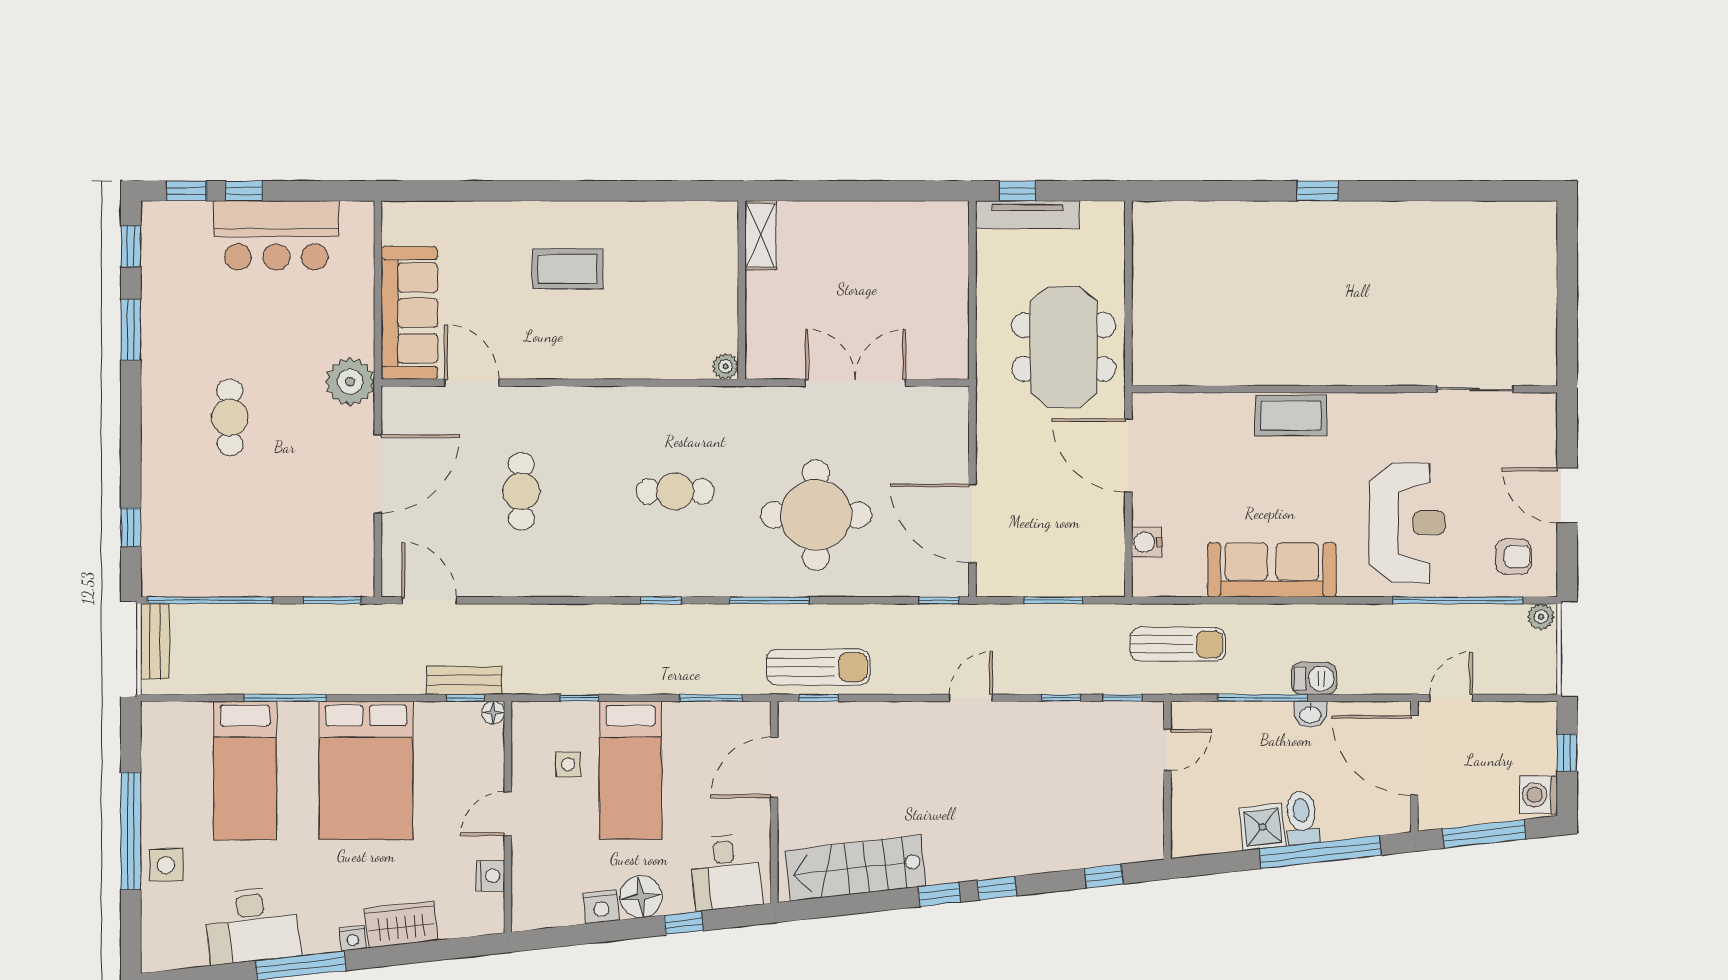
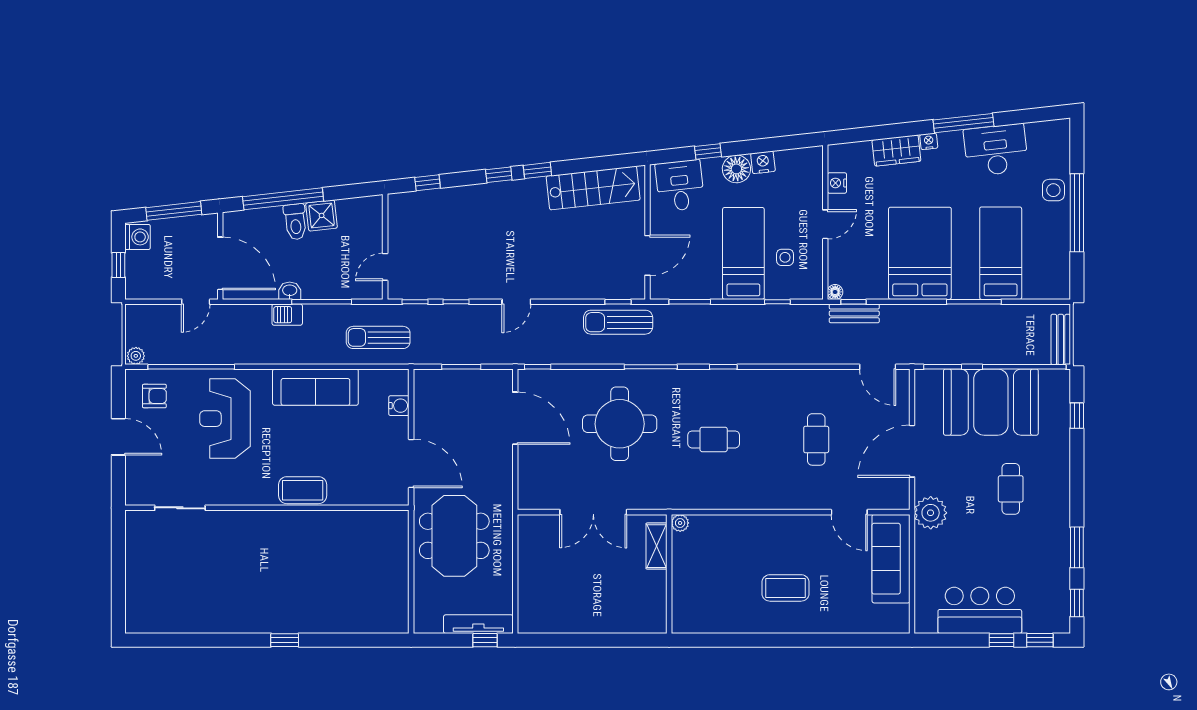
shelving: (761, 235) -> (657, 546), moved
booth: (260, 547) -> (991, 402), added
armchair: (1513, 556) -> (154, 396), turned 180

